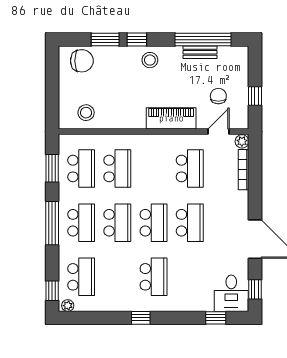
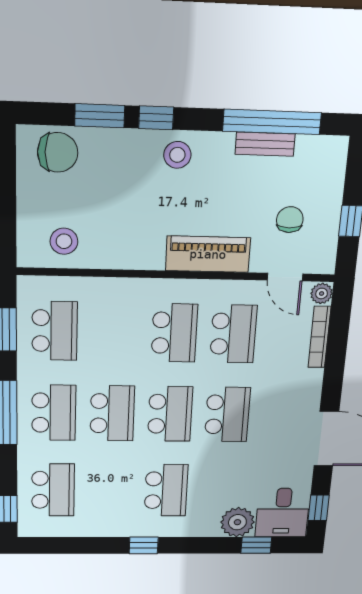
door: (219, 131) -> (285, 277), swing flipped
school desk: (117, 169) -> (174, 333), moved
plant: (68, 306) -> (237, 522), moved, width x1.88, depth x1.88

